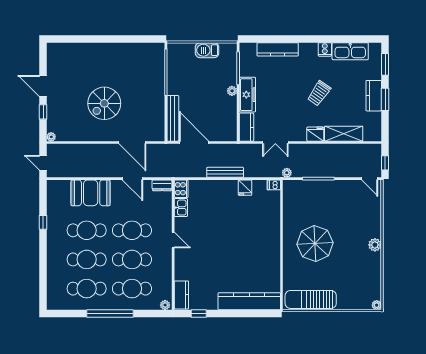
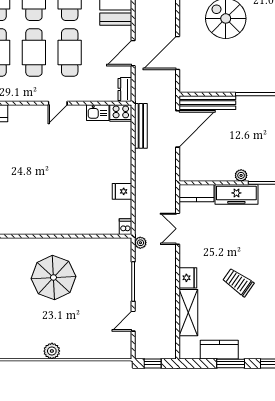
kitchen counter: (374, 96) -> (219, 350), moved
bench: (225, 172) -> (141, 126), moved
door: (370, 179) -> (133, 321), moved

